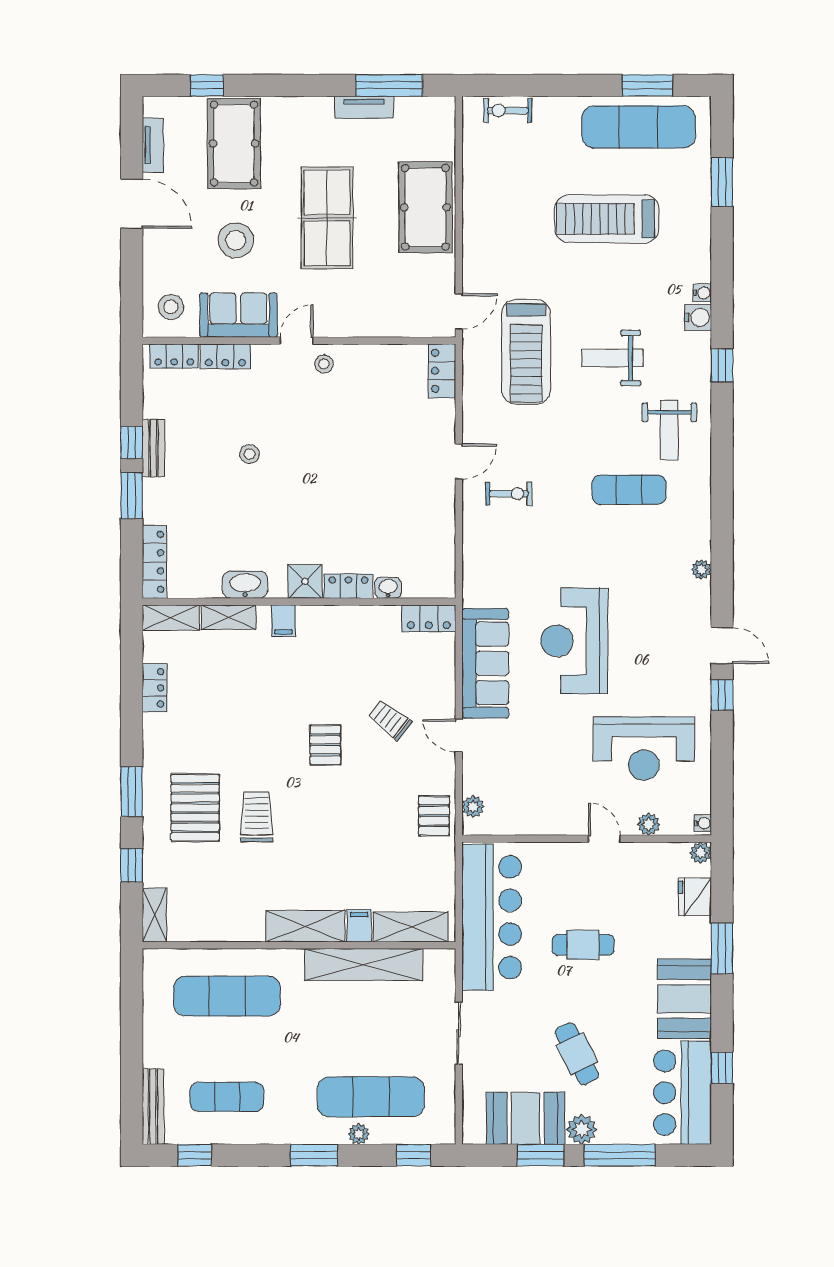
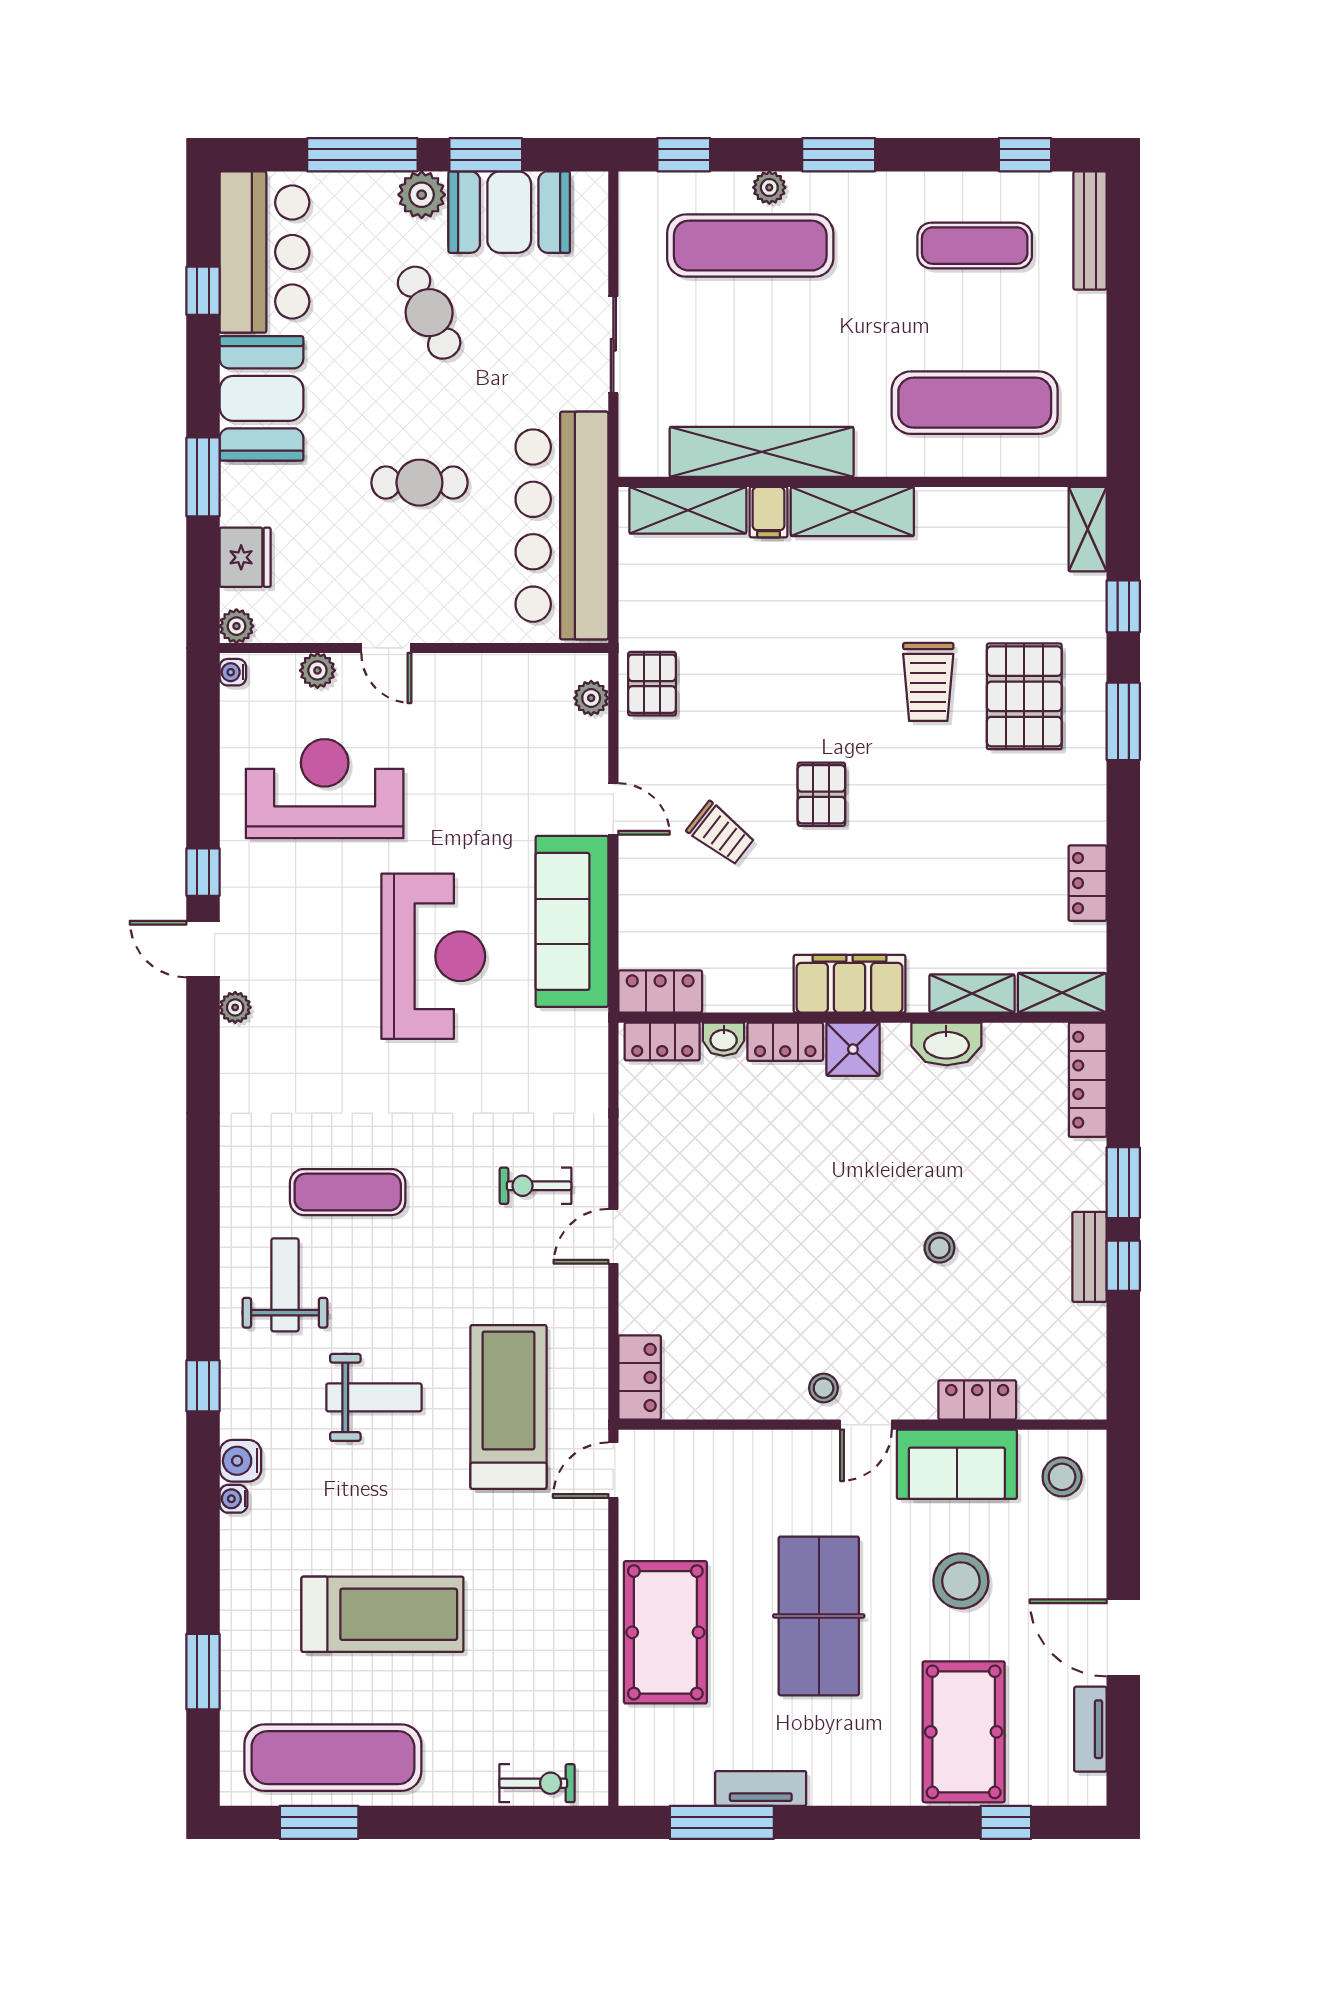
locker: (174, 356) -> (662, 1042), moved, turned 180
plant: (701, 570) -> (235, 1007), moved
filing cabinet: (283, 621) -> (850, 984), width x3.00, depth x1.17

